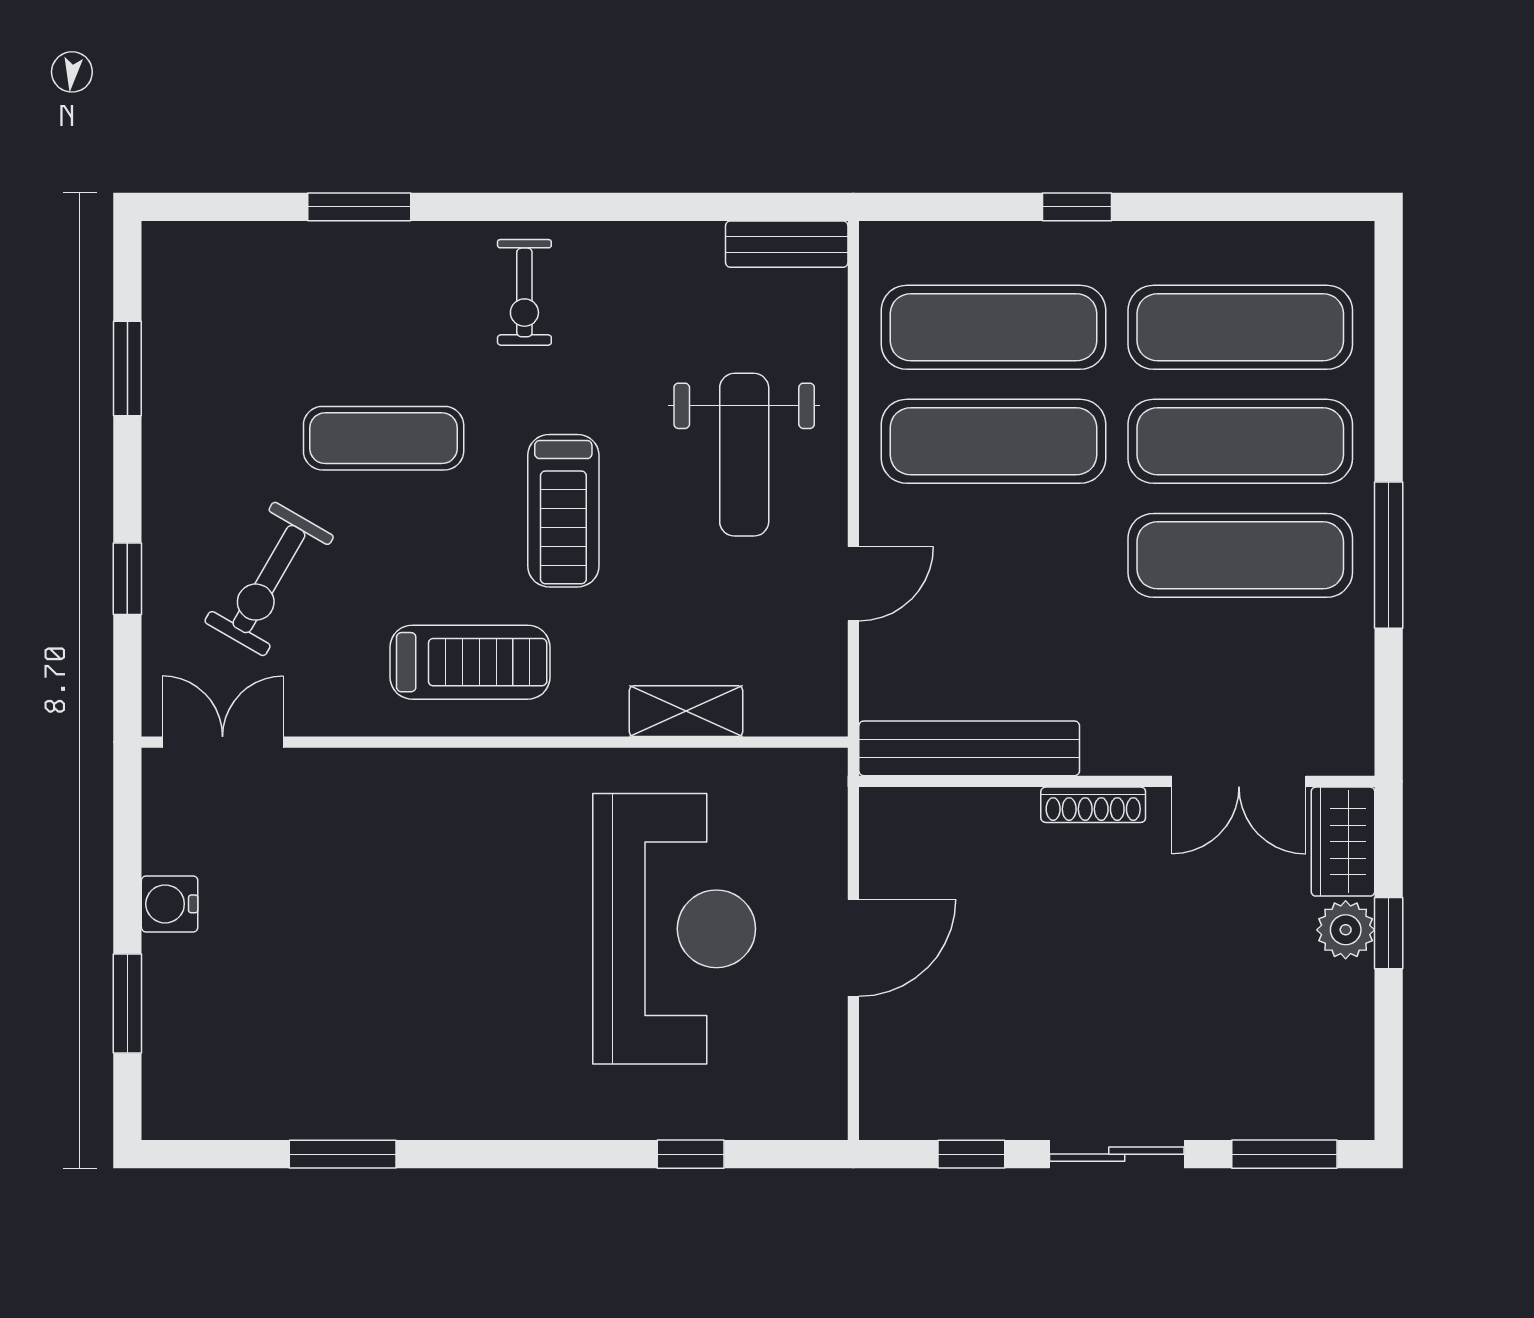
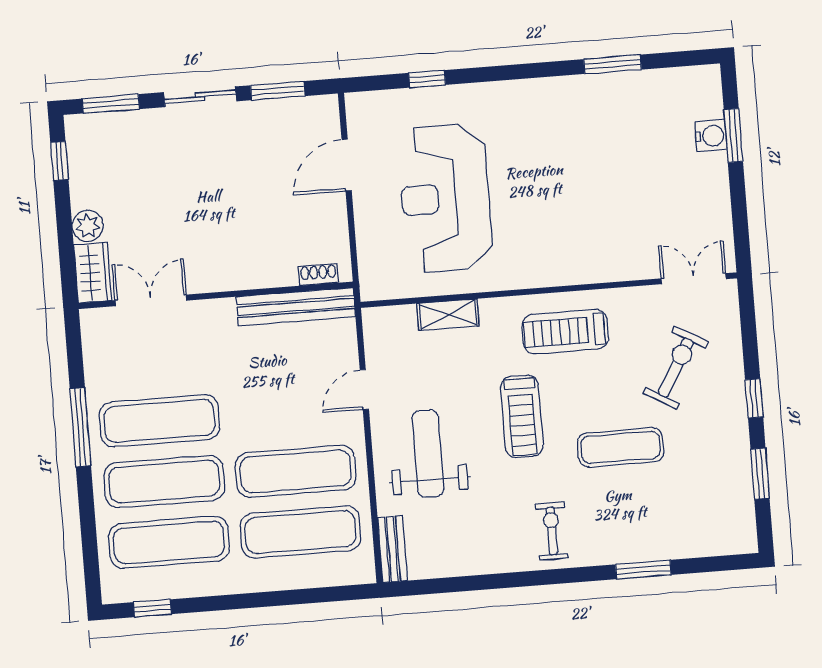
window: (1077, 207) -> (152, 608), moved
bench: (787, 244) -> (392, 549), moved, turned 90
treadmill: (563, 511) -> (522, 416), turned 180
window: (127, 579) -> (754, 398), moved
double door: (223, 742) -> (694, 279), swing flipped
shoe rack: (1093, 805) -> (318, 275), moved, width x0.70
water cooler: (170, 904) -> (711, 136), moved
window: (1389, 933) -> (59, 161), moved
door: (853, 948) -> (347, 165), moved
window: (971, 1154) -> (278, 91), width x1.50

